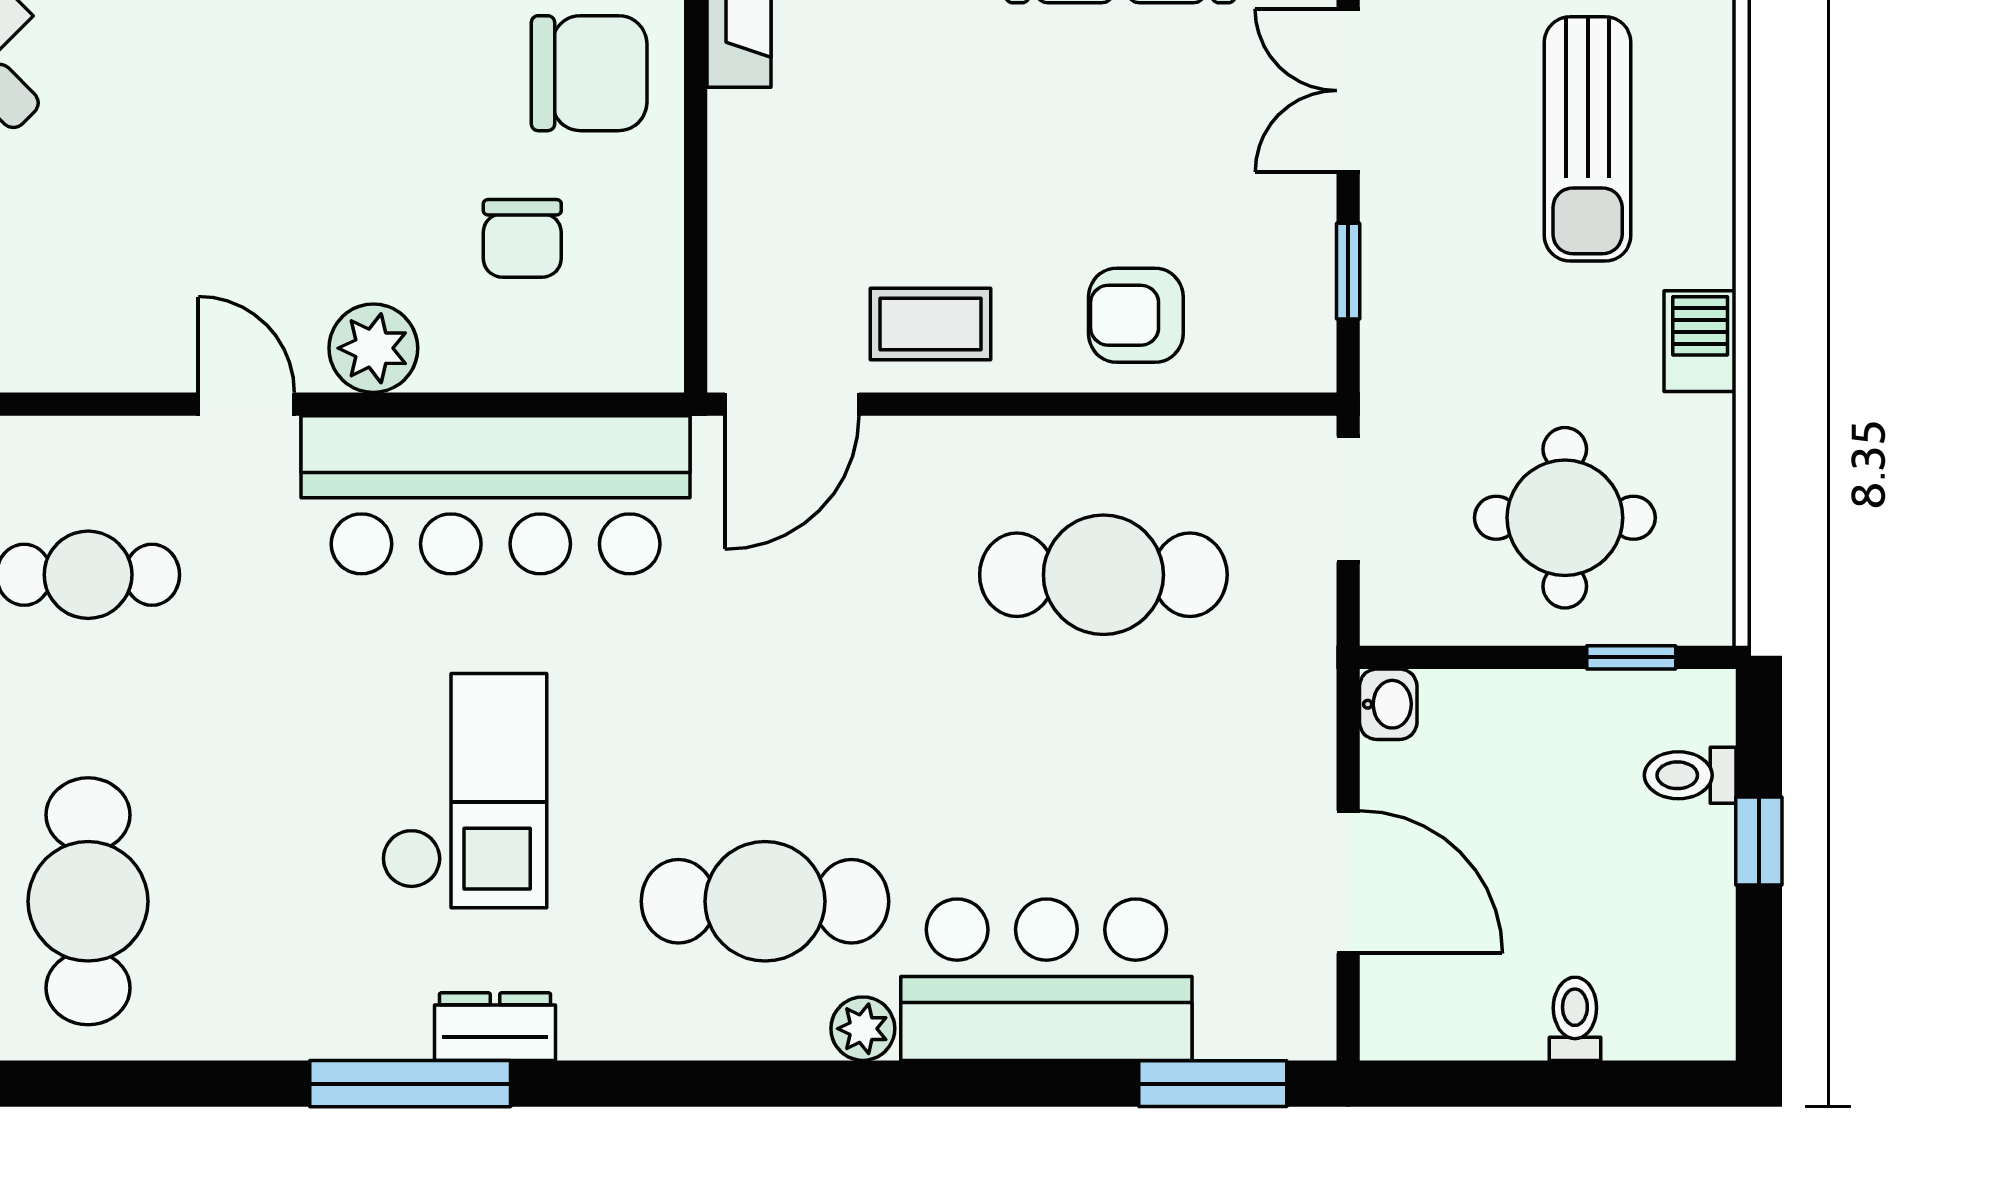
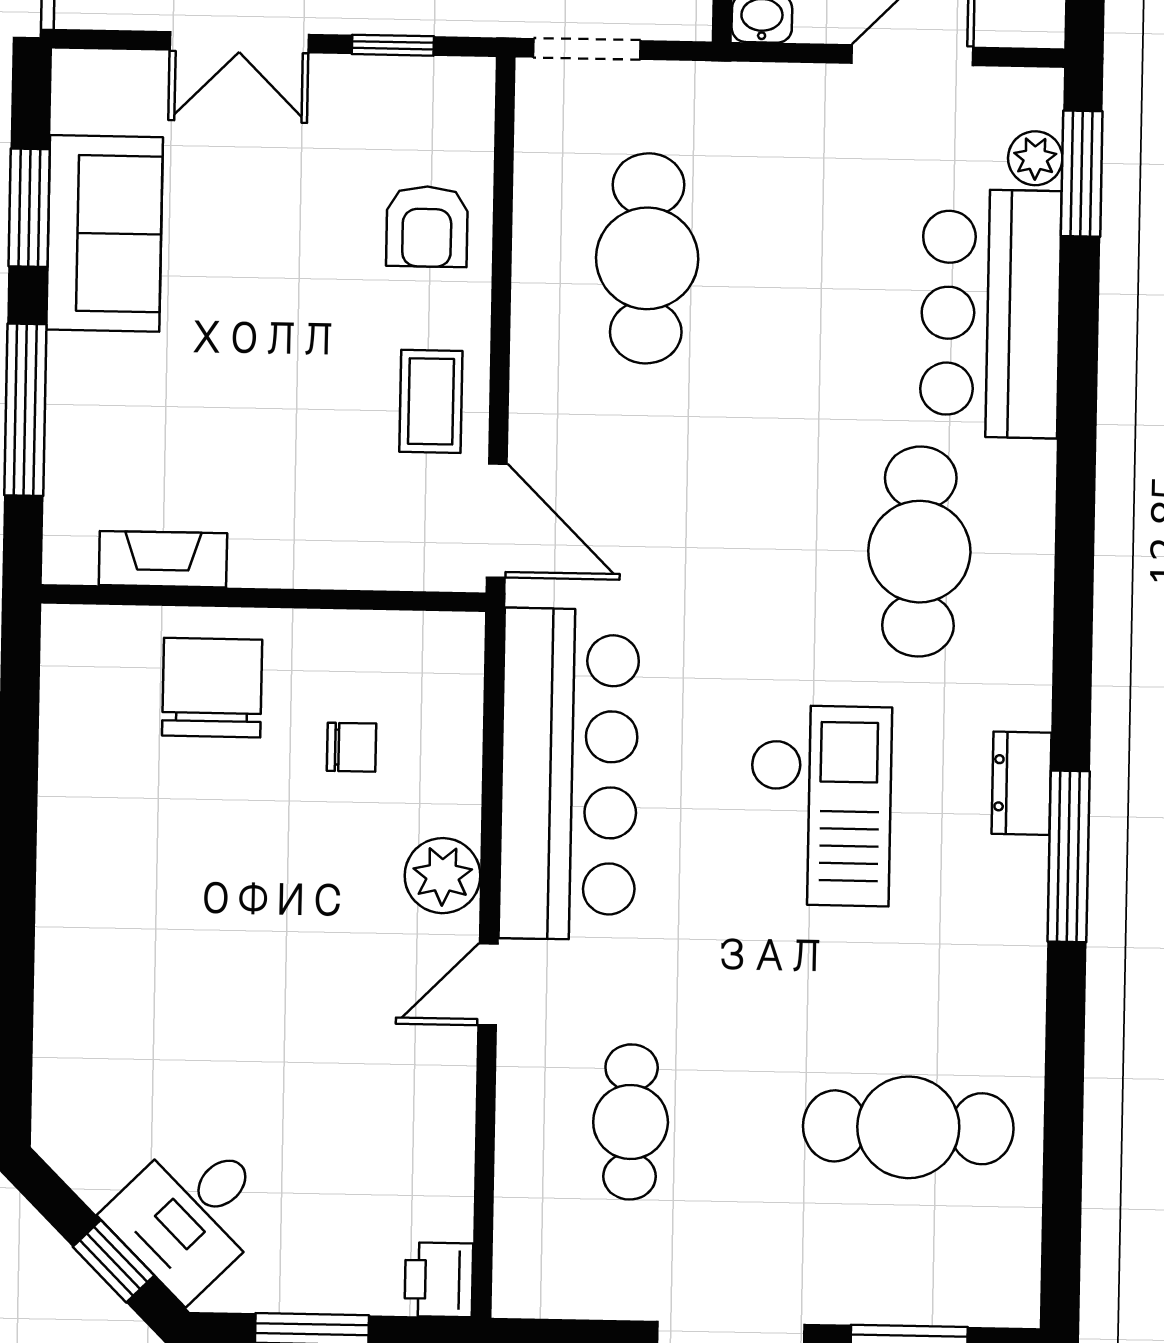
chair: (522, 238) -> (352, 747), width x0.73, depth x0.73
checkout: (464, 791) -> (820, 806), turned 90
plant: (863, 1029) -> (1035, 158), moved

